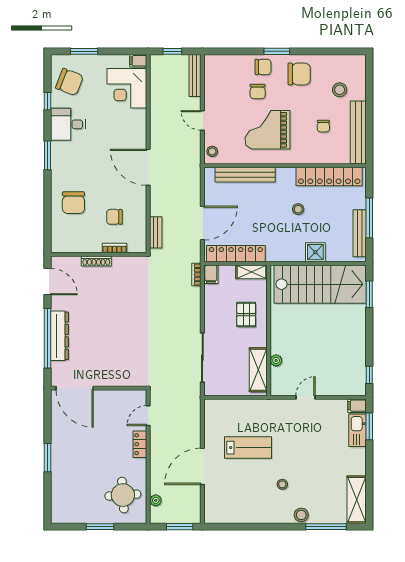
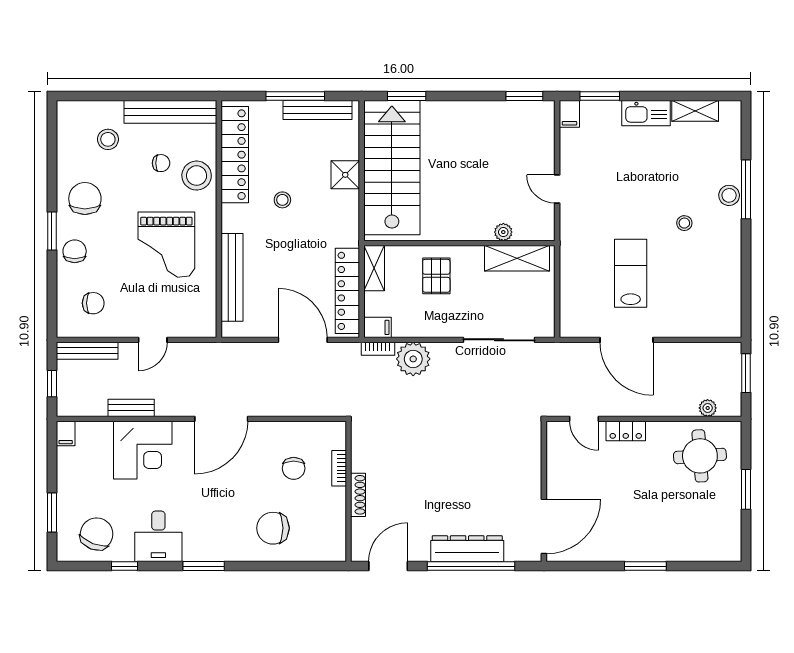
corner desk: (127, 88) -> (143, 450), moved
chair: (258, 91) -> (93, 303), moved
stool: (212, 151) -> (197, 176), moved, width x1.89, depth x1.89
chair: (73, 203) -> (273, 528), turned 180
bench: (156, 232) -> (131, 408), moved
plant: (189, 299) -> (413, 359), added
pallet: (246, 315) -> (436, 276), turned 90
window: (369, 375) -> (524, 96), width x1.50
kitchen sink: (358, 430) -> (646, 113), moved
door: (202, 466) -> (626, 340), moved
shelving: (357, 500) -> (695, 111), width x0.67, depth x0.75
window: (326, 527) -> (746, 189), moved

